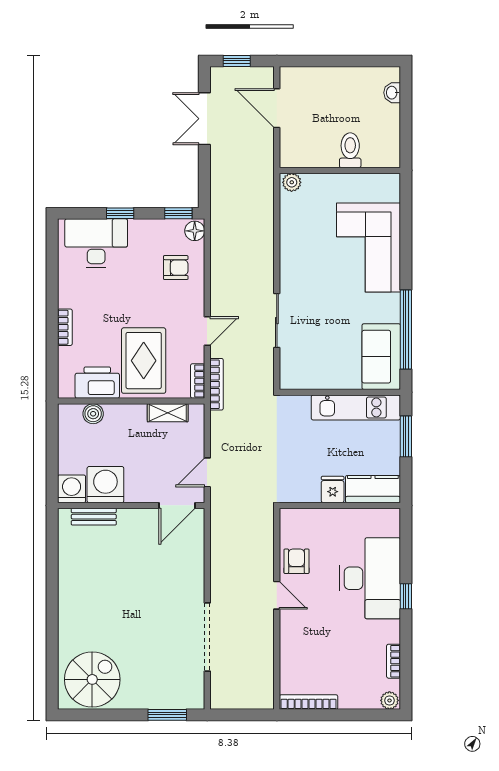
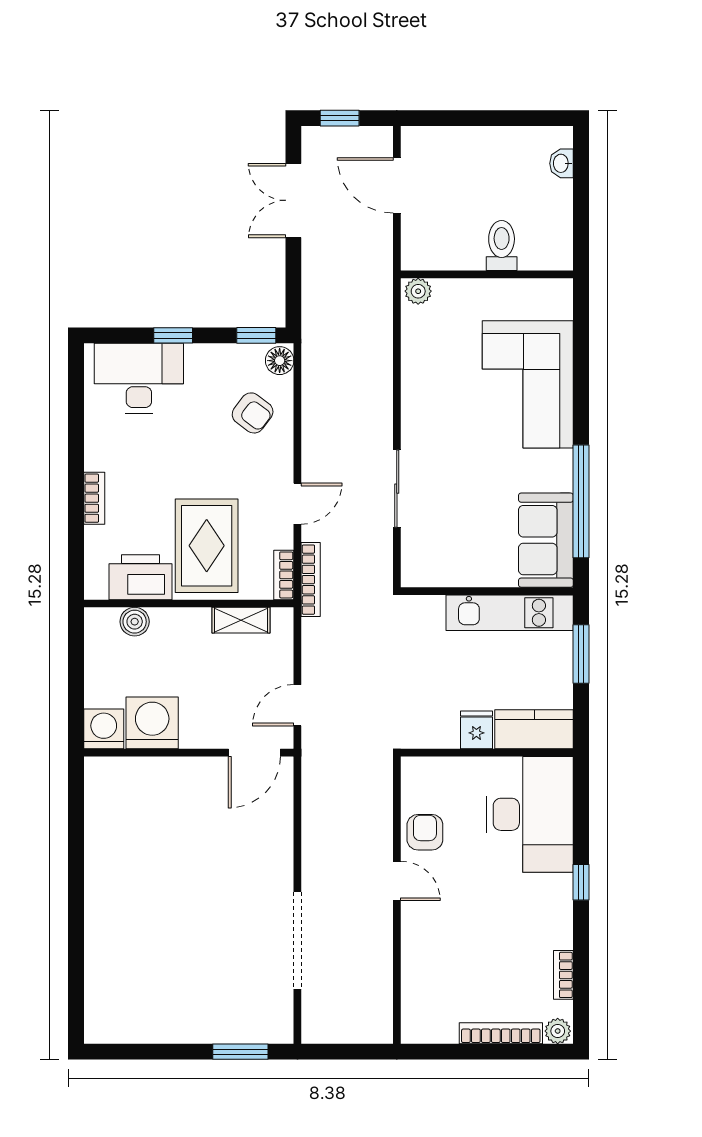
armchair: (176, 268) -> (253, 413), turned 37
bench: (94, 517) -> (135, 769), removed
desk: (370, 578) -> (530, 814), moved
spiral stairs: (92, 679) -> (133, 1001), removed
bookcase: (309, 702) -> (501, 1033), moved

